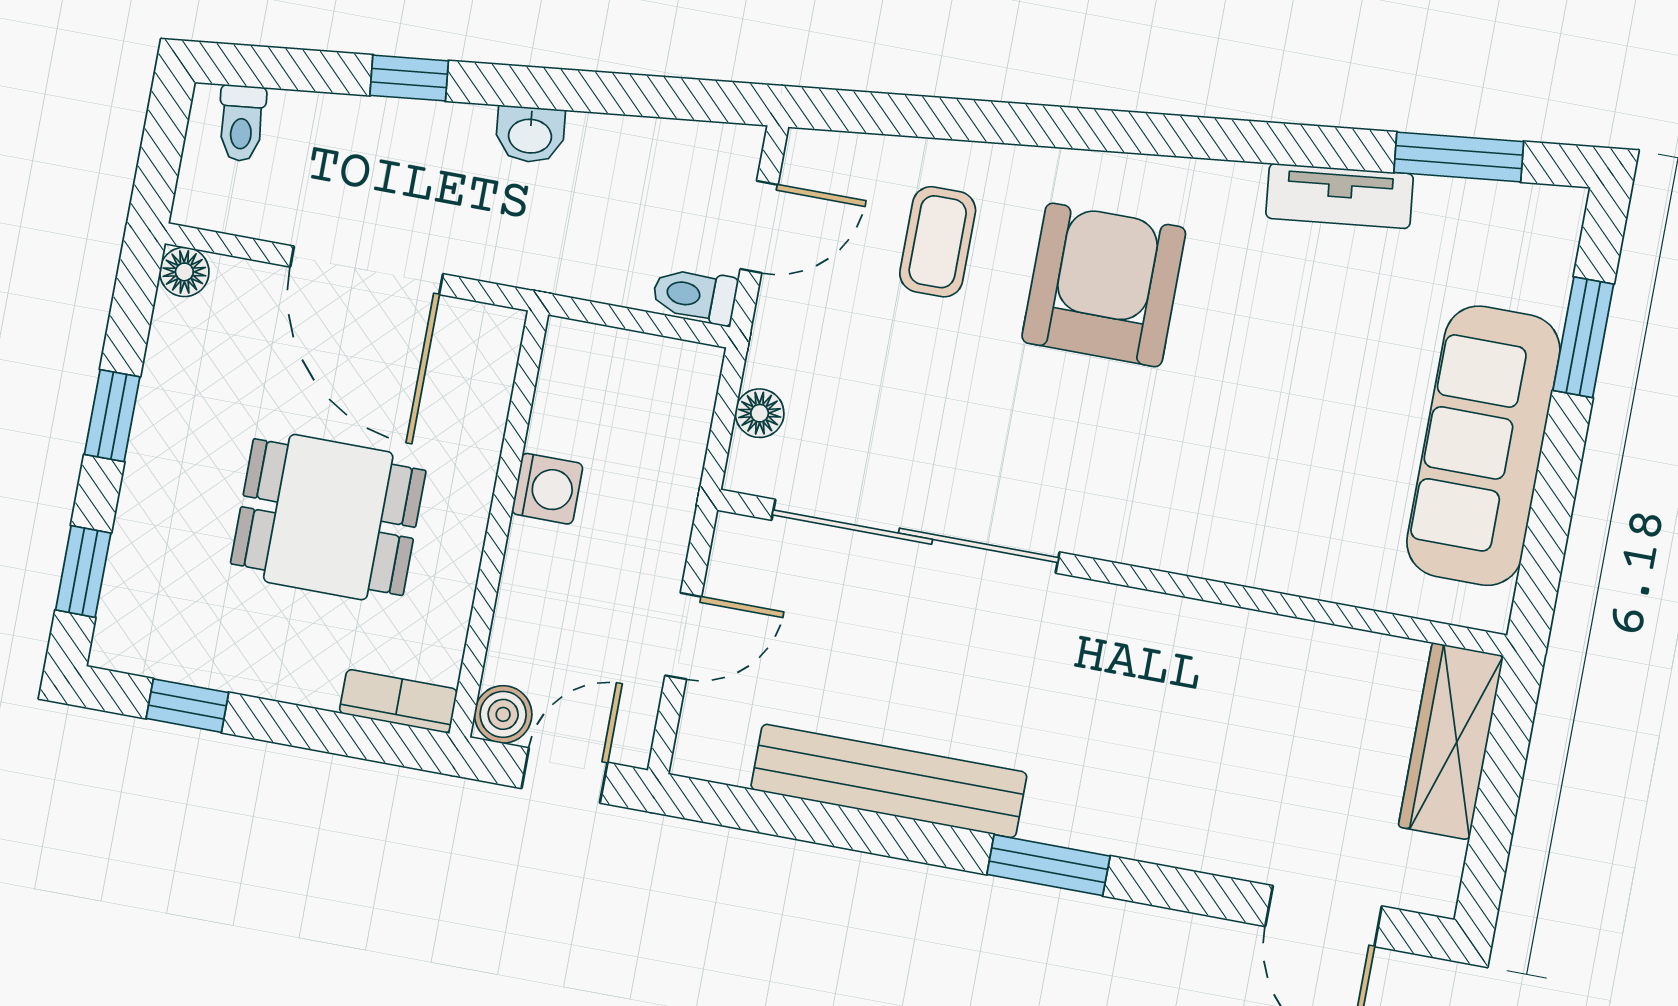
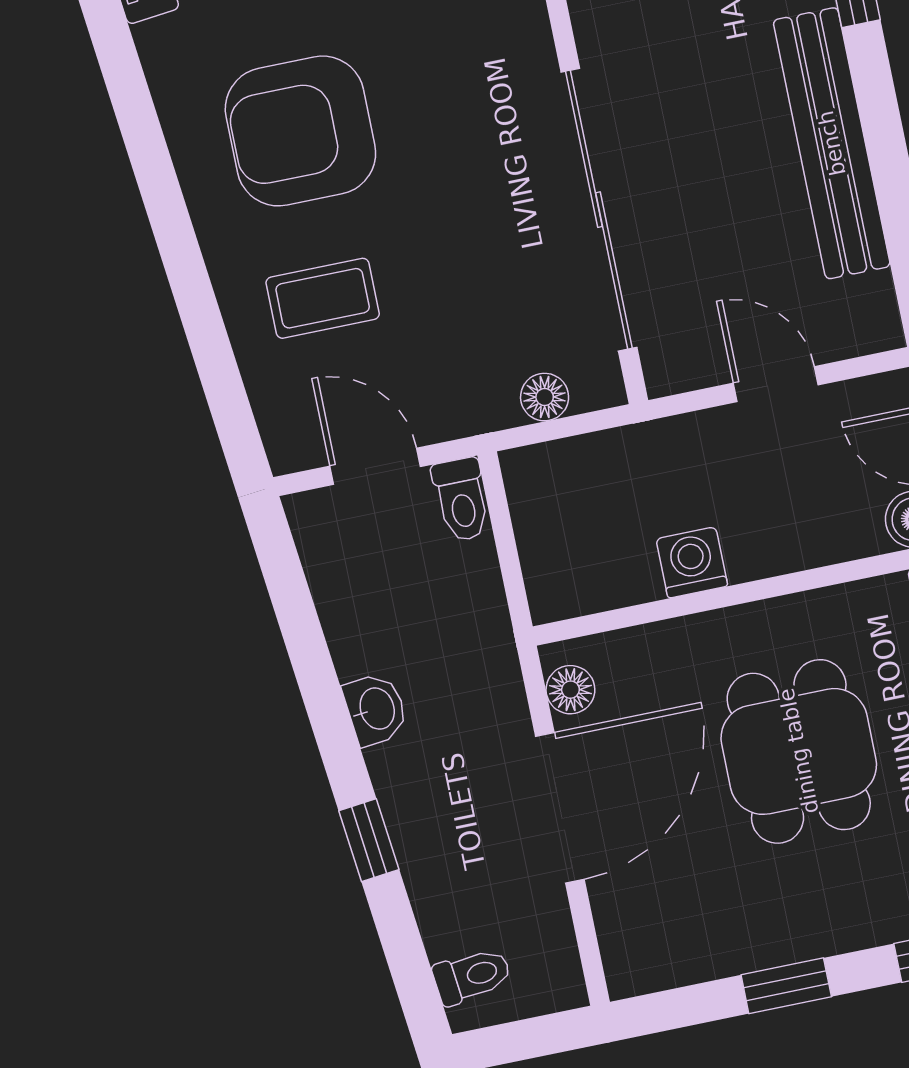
floor lamp: (184, 272) -> (570, 690), moved

